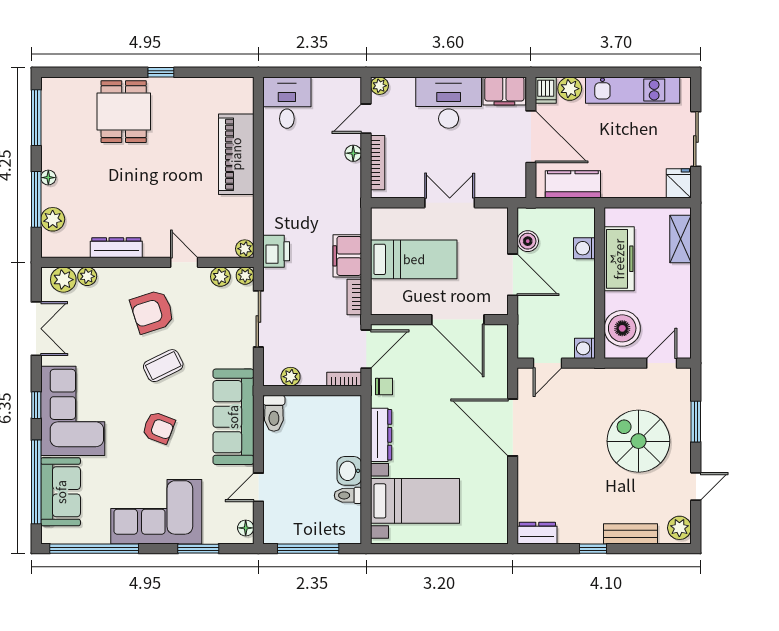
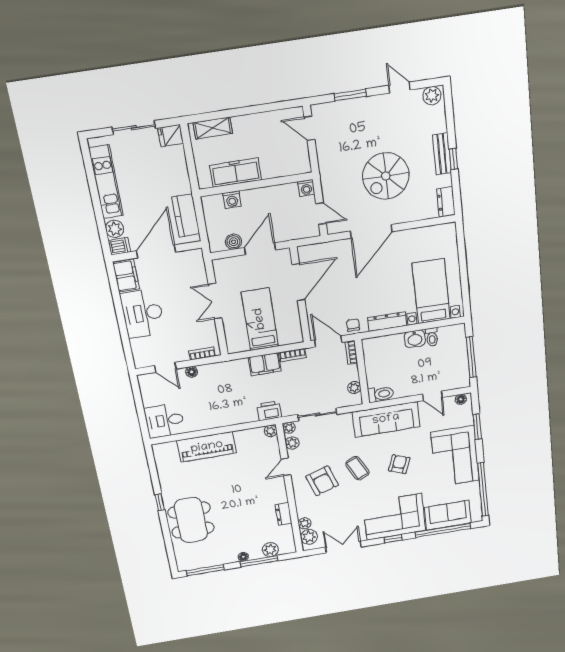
plant: (379, 86) -> (140, 362), removed
dining table: (124, 112) -> (191, 520), width x1.38
bookcase: (378, 163) -> (202, 354), width x0.64
dresser: (116, 248) -> (284, 514), width x0.70
boiler: (622, 328) -> (287, 162), removed
spiral stairs: (638, 441) -> (386, 176), moved
bench: (630, 534) -> (442, 154), moved

